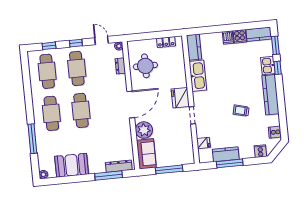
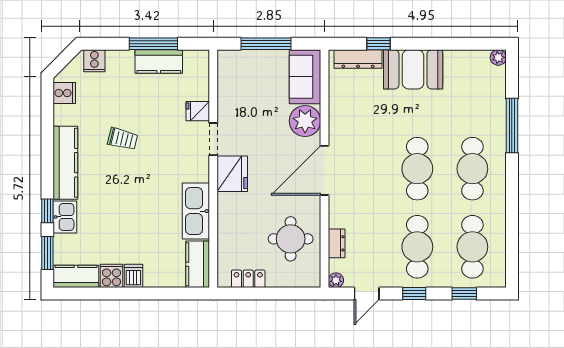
door: (101, 41) -> (367, 294), hinge flipped
fridge: (203, 143) -> (198, 111), moved
booth: (72, 165) -> (413, 69), moved
window: (109, 176) -> (378, 44), width x0.46

